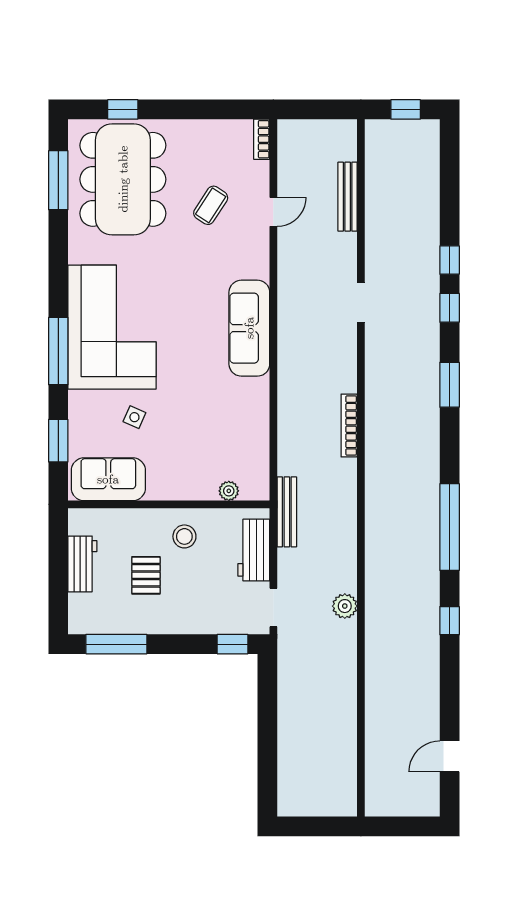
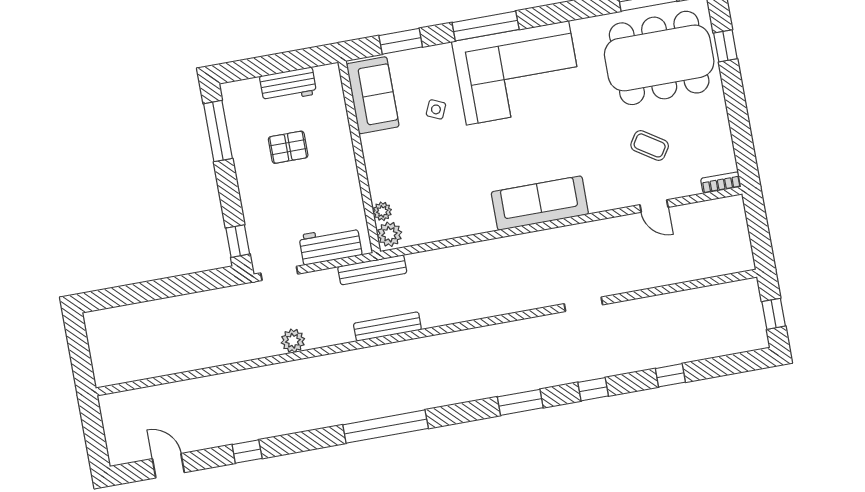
bench: (348, 197) -> (387, 327), moved
window: (450, 260) -> (670, 375), moved
bookcase: (349, 426) -> (465, 314), removed
plant: (254, 488) -> (389, 234), added
stool: (184, 536) -> (331, 177), removed
window: (450, 621) -> (247, 452), moved

